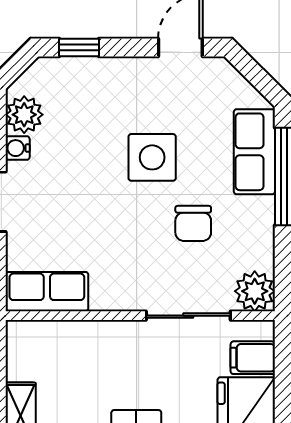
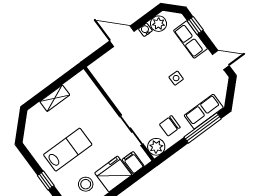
side table: (152, 157) -> (176, 78), width x0.54, depth x0.54
chair: (193, 223) -> (170, 126), moved
row of seats: (47, 292) -> (191, 40), moved, turned 180

